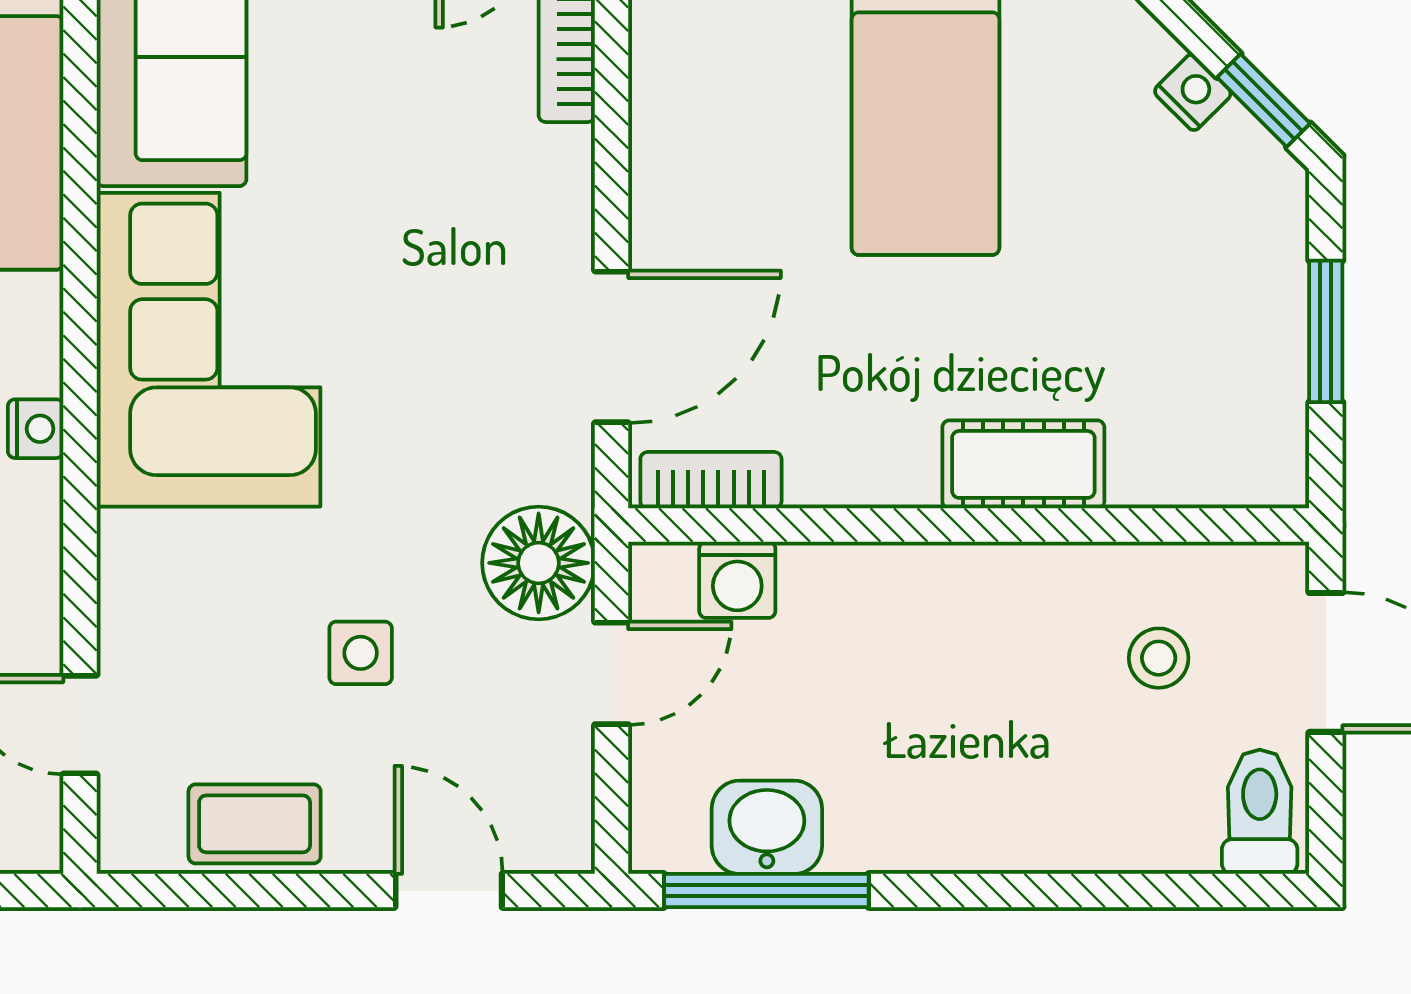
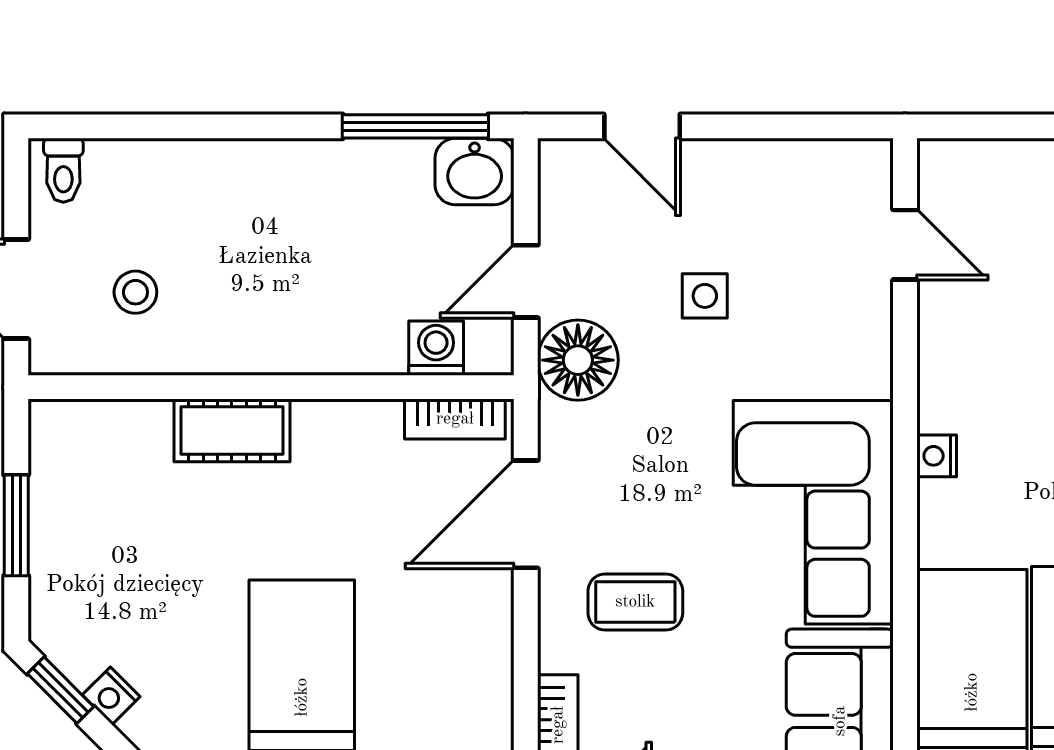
toilet: (1260, 812) -> (63, 170), width x0.73, depth x0.72
coffee table: (255, 824) -> (635, 602), moved
washbasin: (767, 827) -> (475, 172), moved

